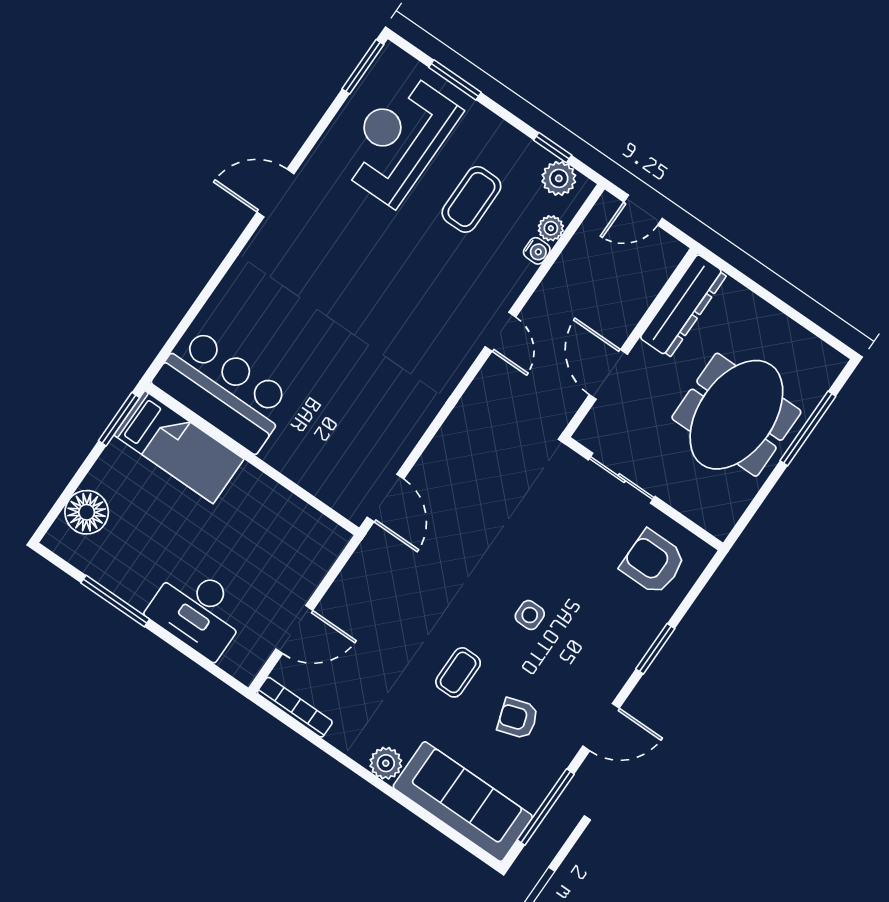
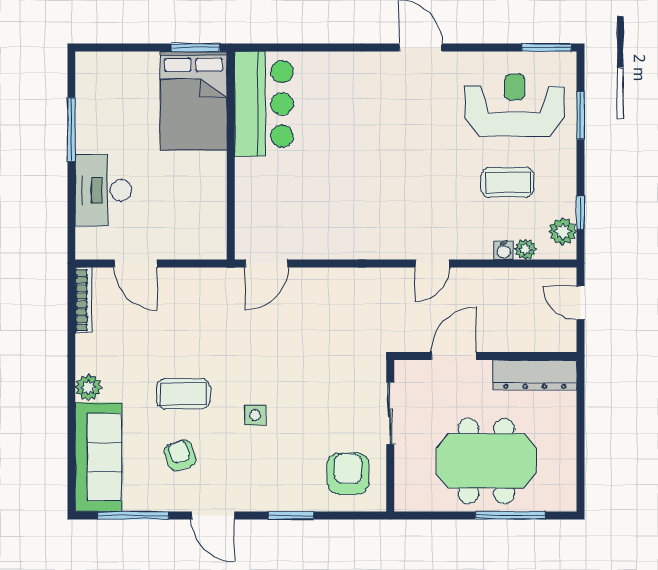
bed: (179, 447) -> (194, 101), width x1.50
floor lamp: (87, 512) -> (118, 69), removed
coffee table: (458, 672) -> (183, 394), width x1.36, depth x1.30

